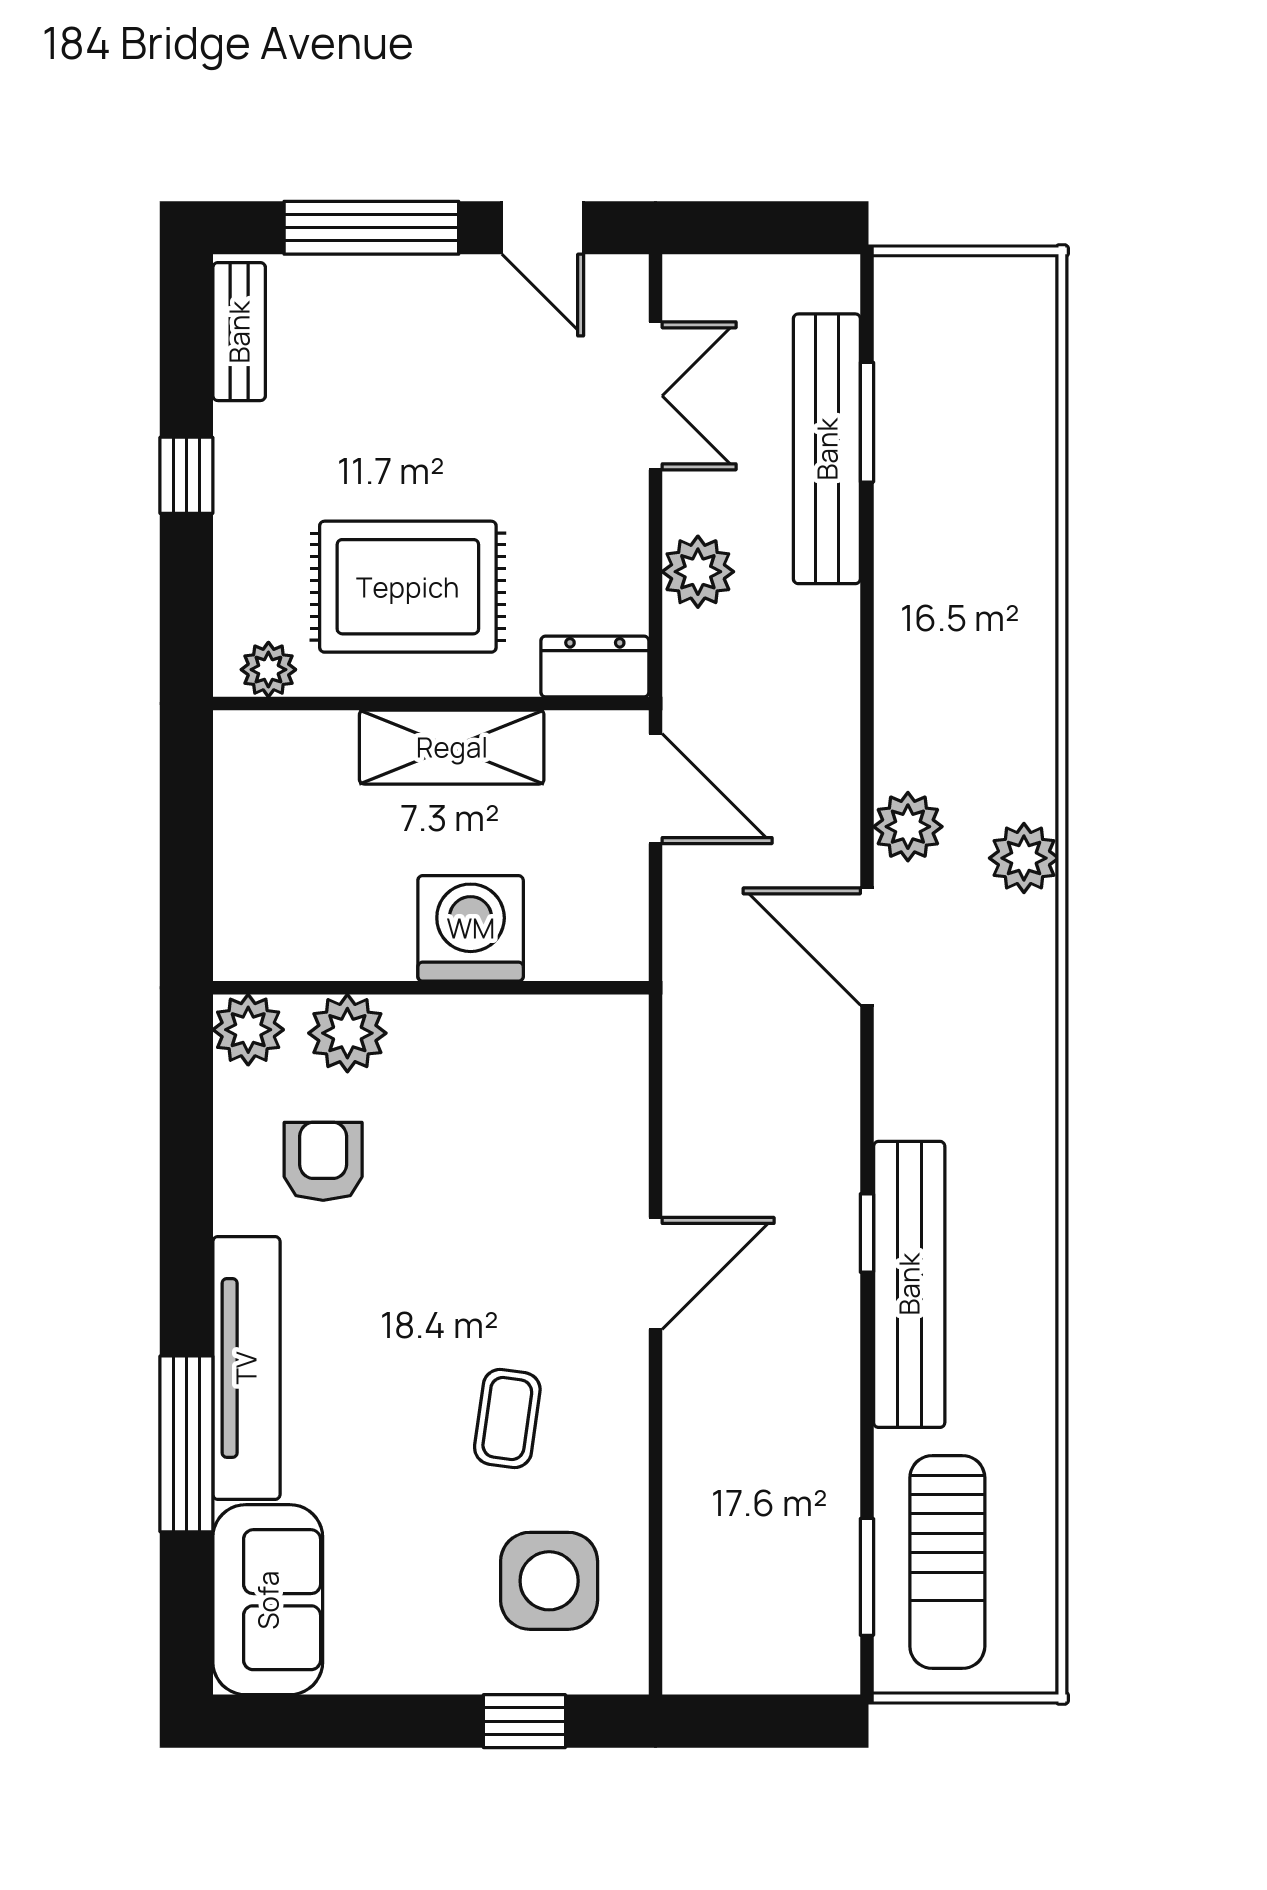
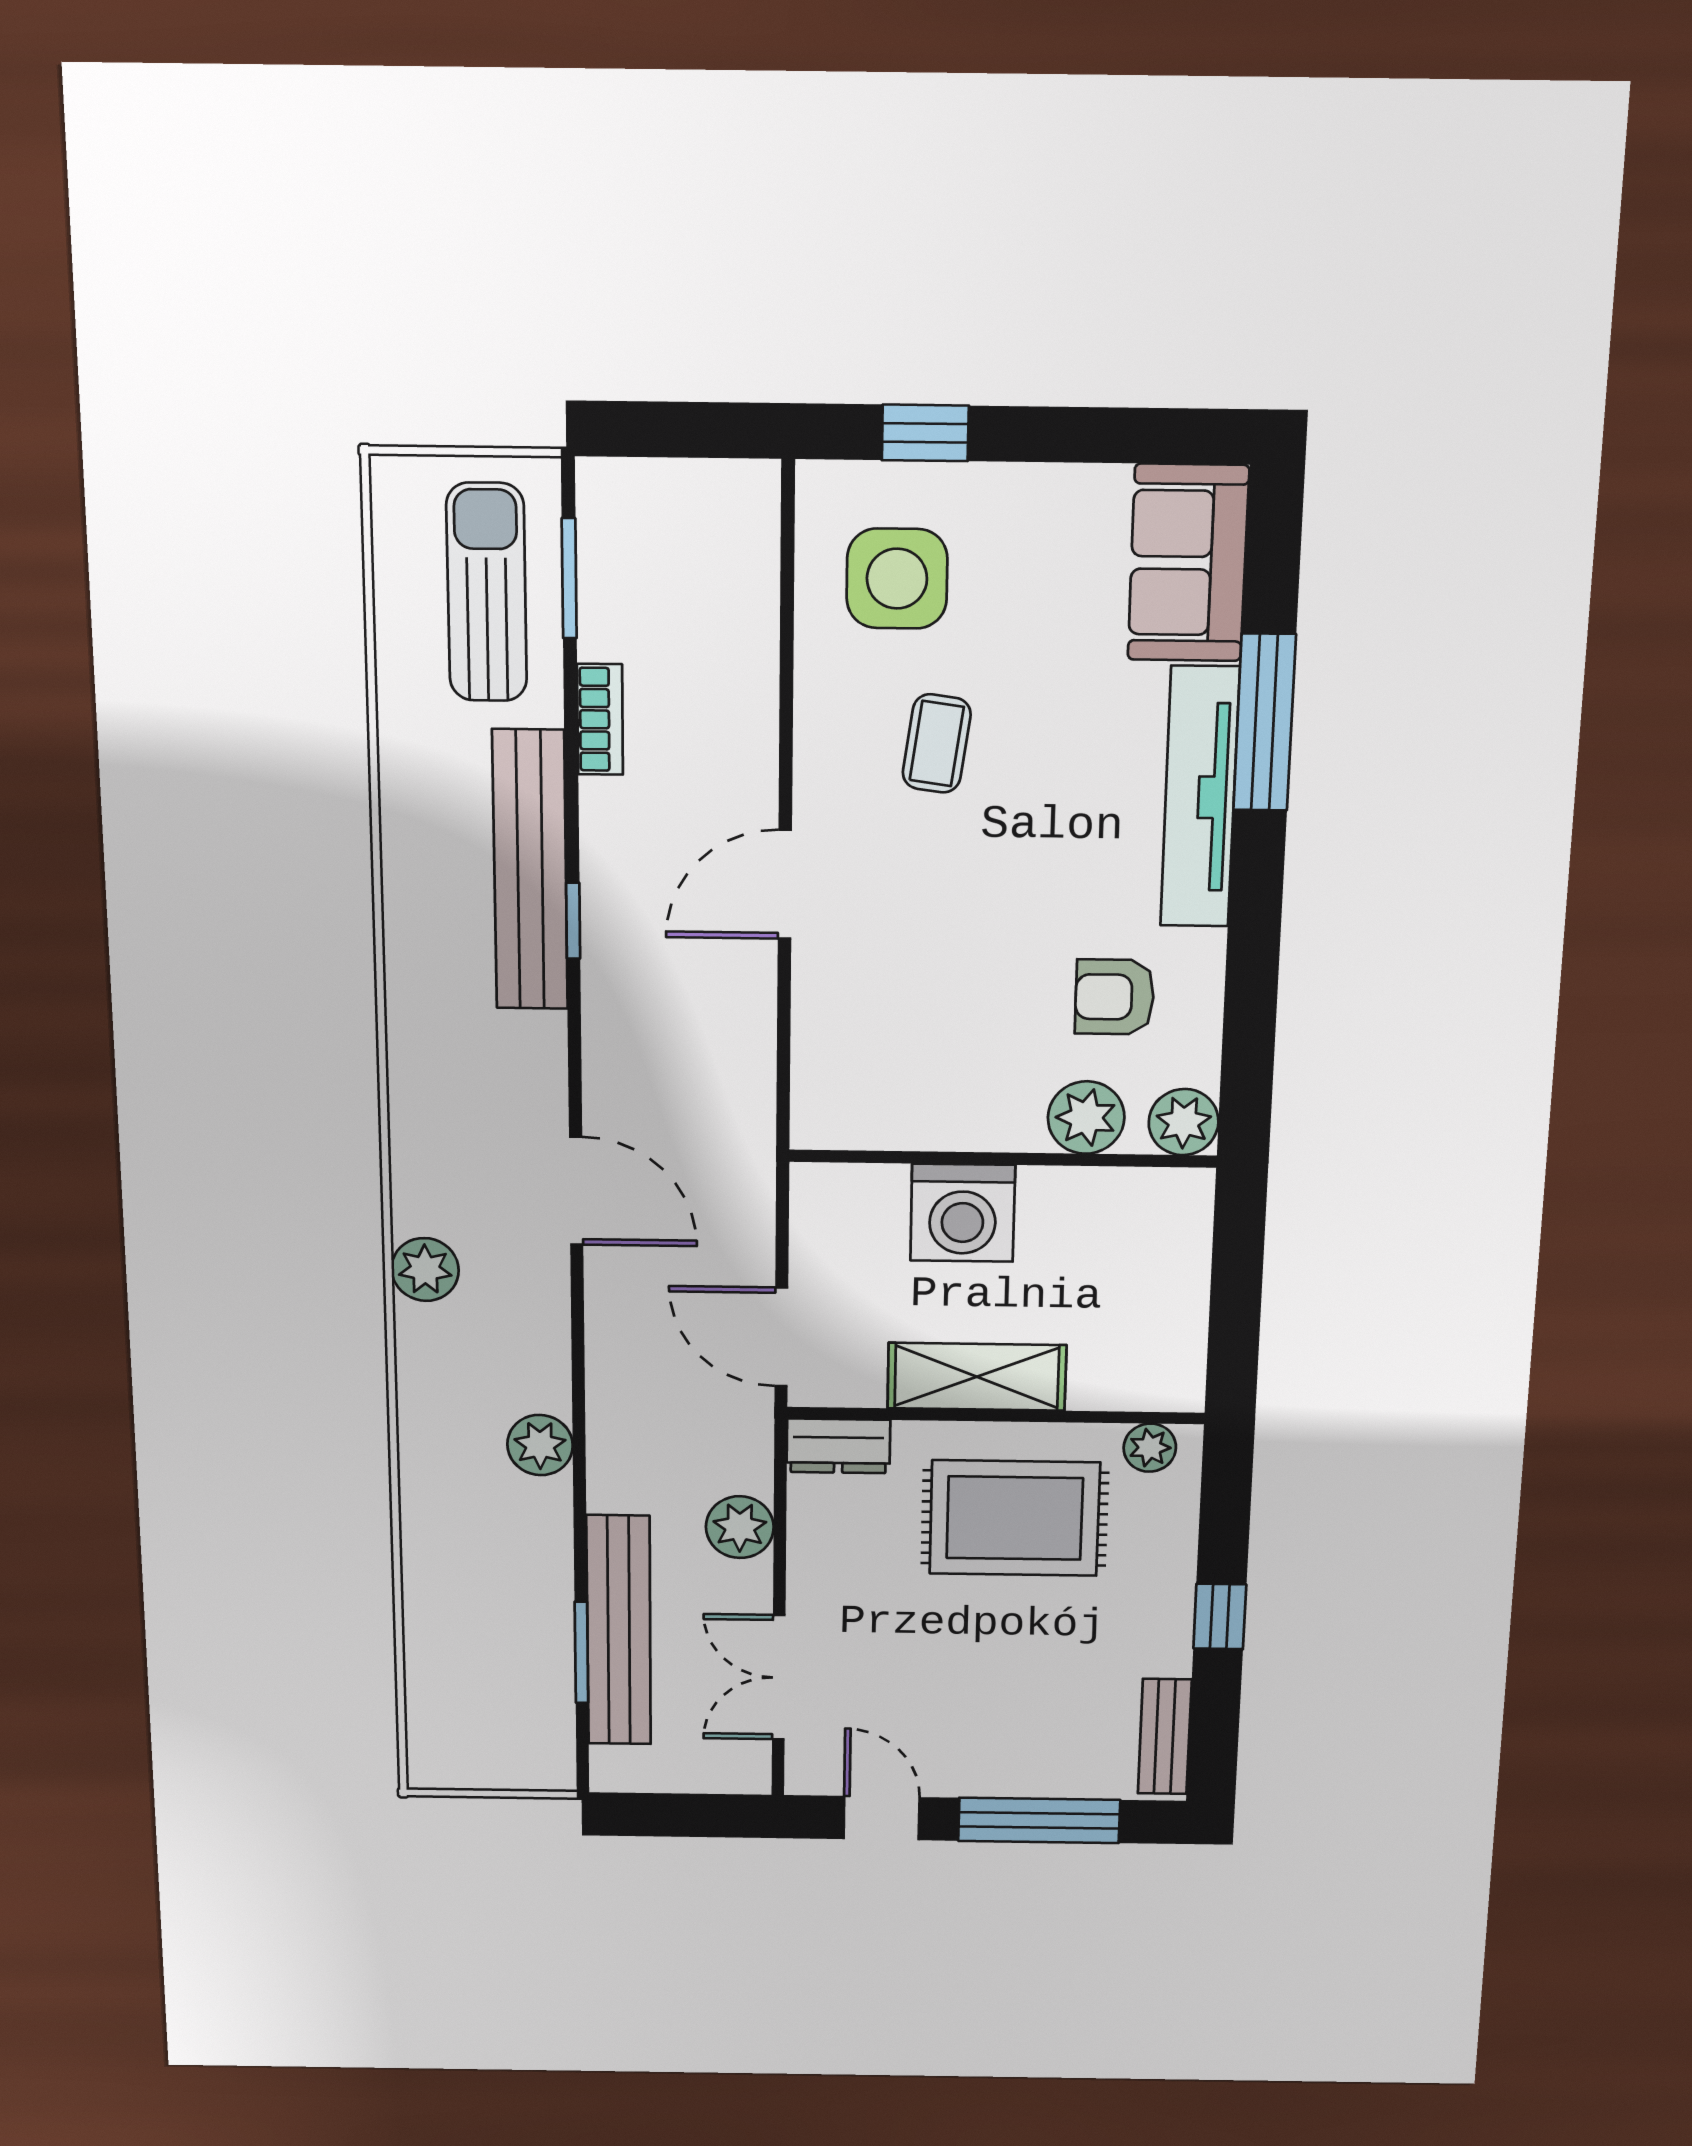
plant: (908, 827) -> (540, 1445), moved
armchair: (323, 1161) -> (1115, 997), turned 90
bookcase: (838, 1438) -> (600, 719), added

